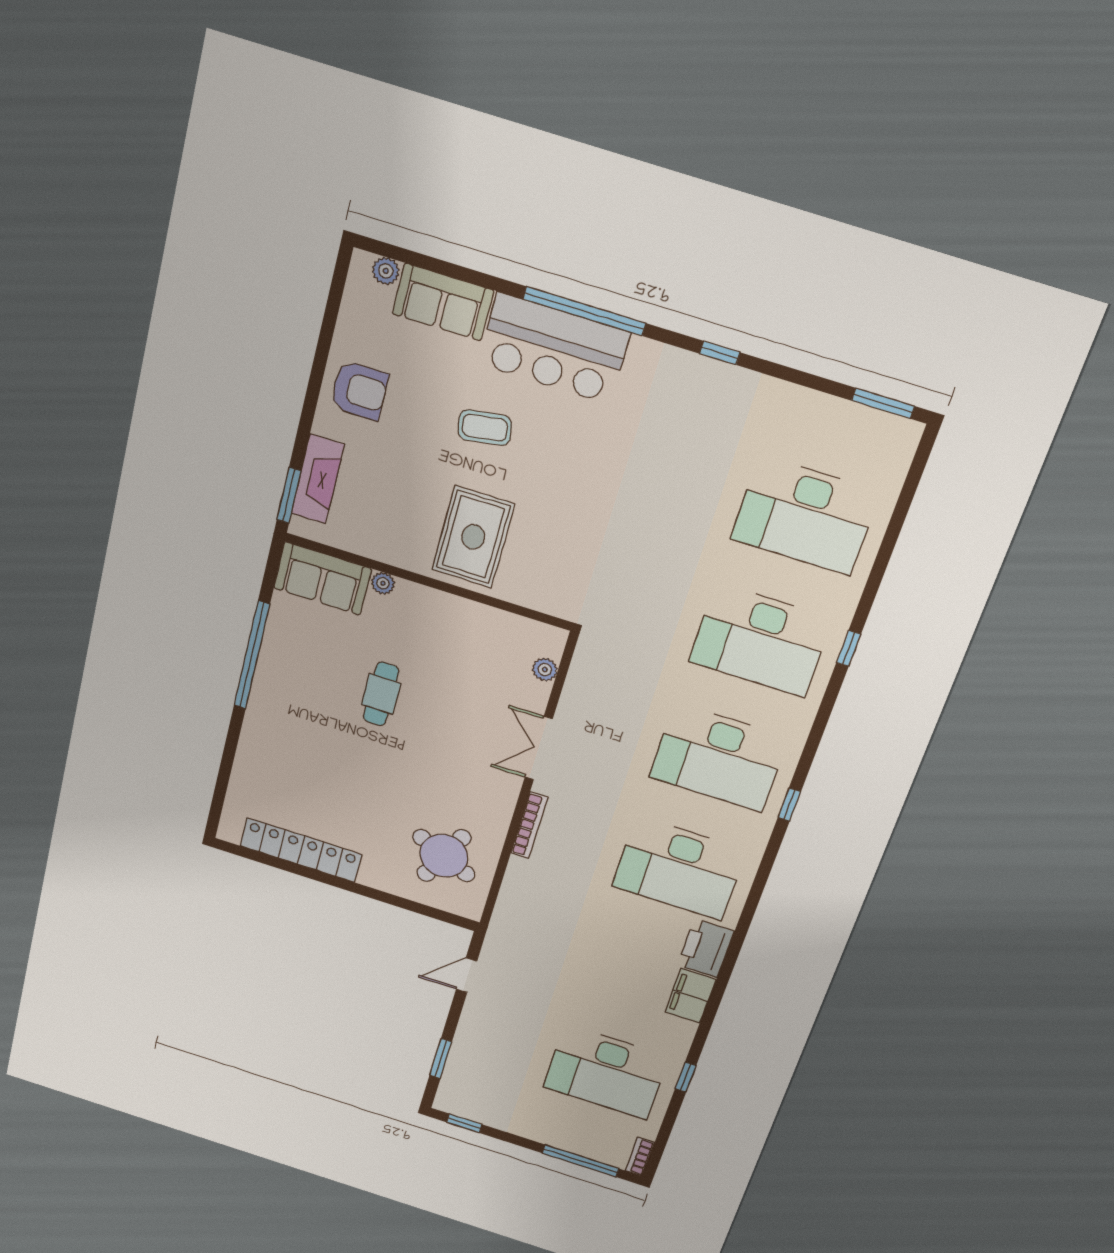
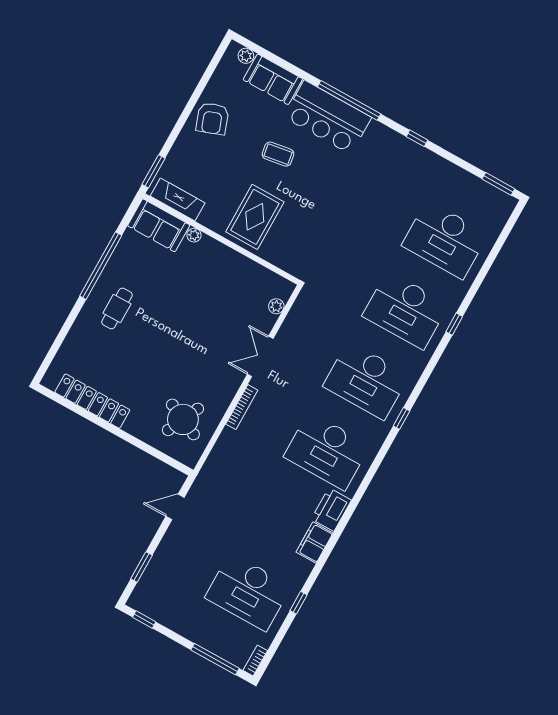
armchair: (359, 390) -> (212, 119), turned 70
fireplace: (318, 479) -> (178, 199), moved, turned -90
cafe table: (381, 694) -> (117, 308), moved

